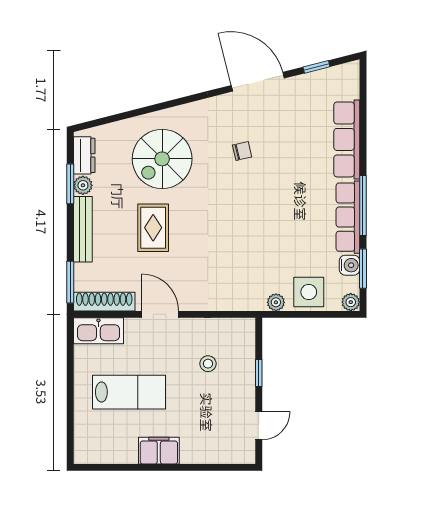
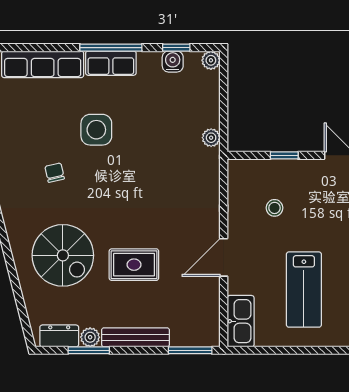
row of seats: (348, 217) -> (111, 63), width x0.68
window: (363, 269) -> (176, 48), width x0.67
side table: (309, 292) -> (96, 130), moved
shoe rack: (104, 302) -> (210, 315), removed
lab bench: (129, 392) -> (304, 290), turned 180

